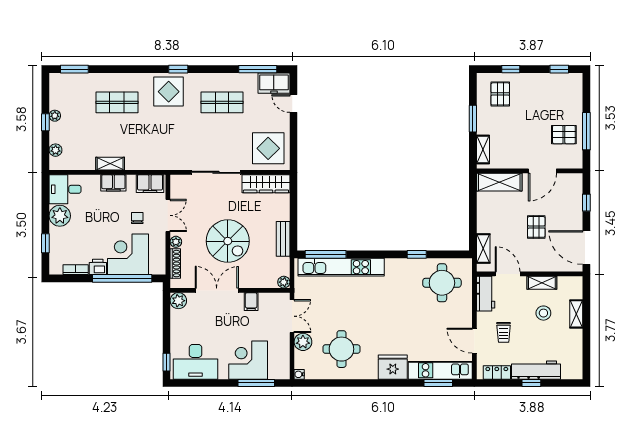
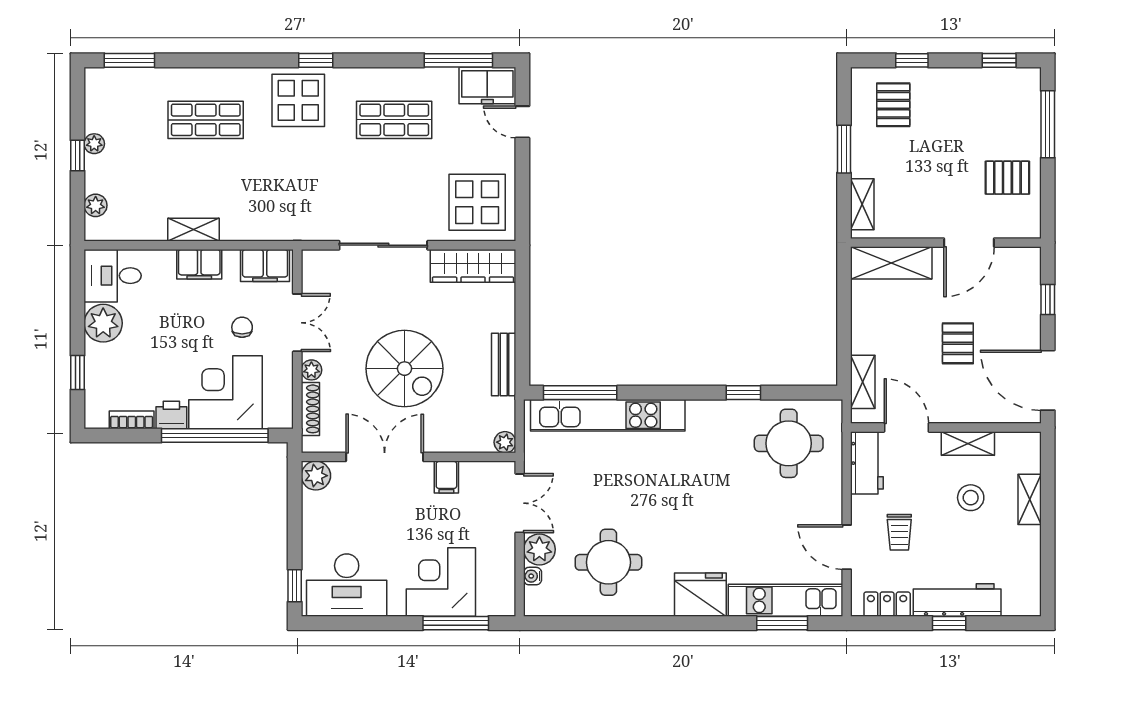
window: (586, 131) -> (1048, 124), moved
water cooler: (299, 374) -> (533, 576), moved

